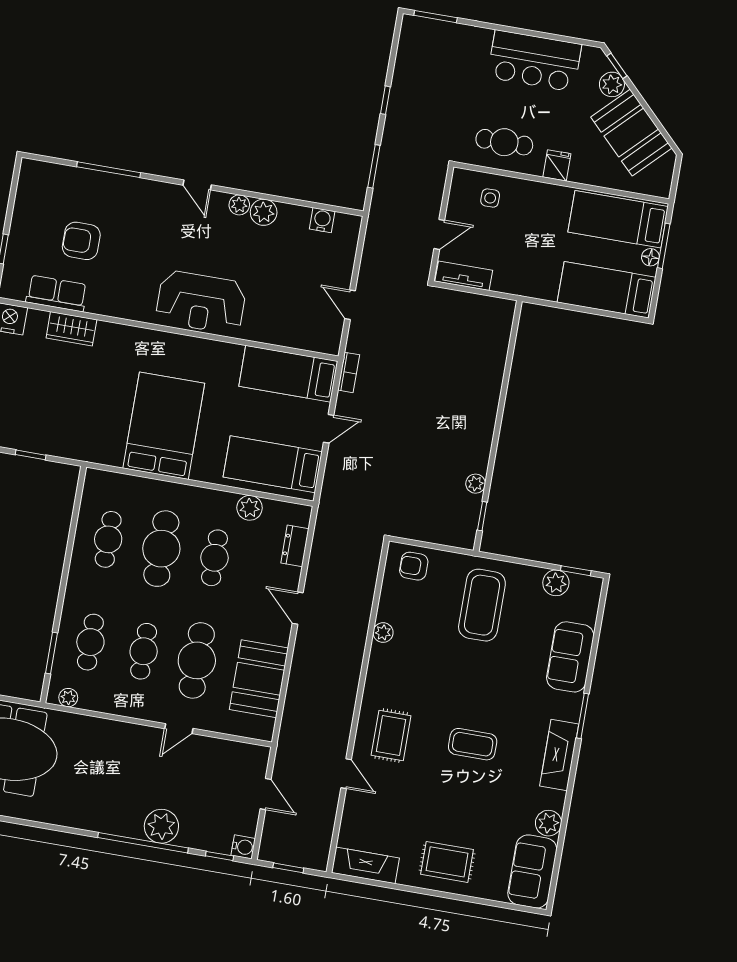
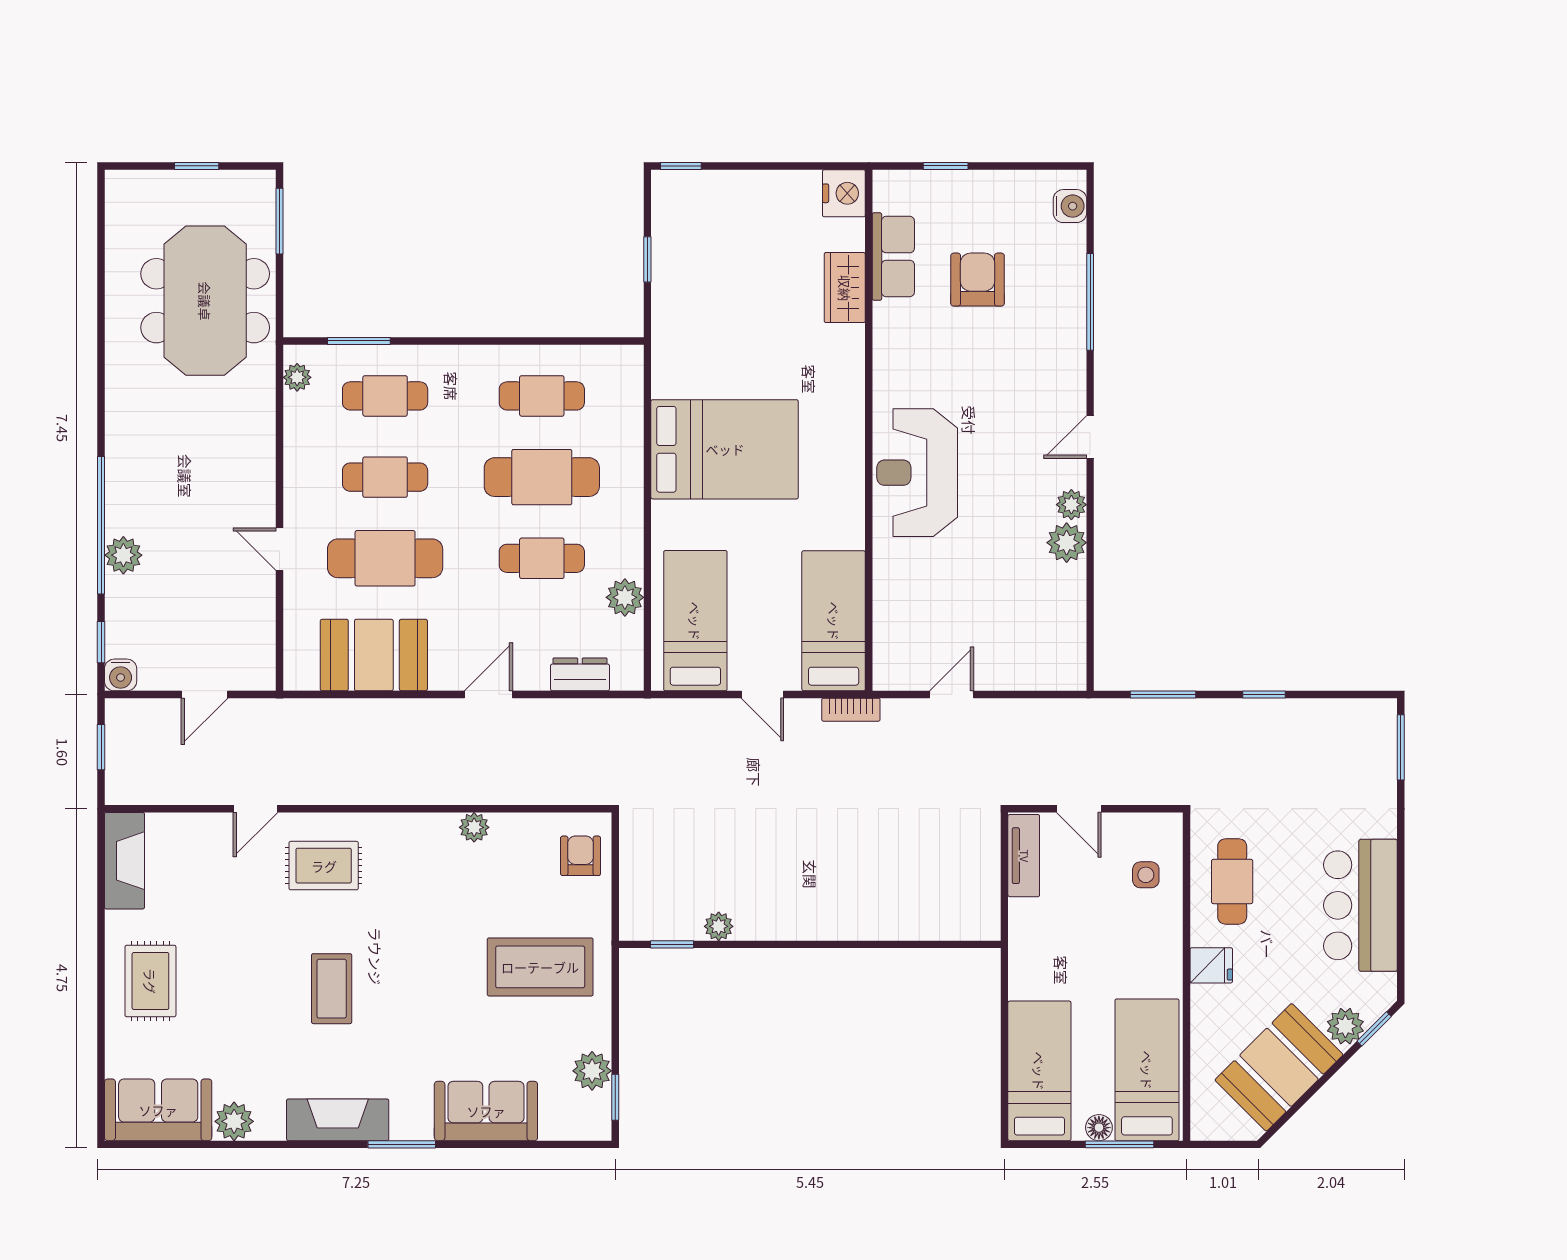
water cooler: (322, 220) -> (1070, 206), moved
plant: (161, 826) -> (123, 555), width x0.73, depth x0.73

